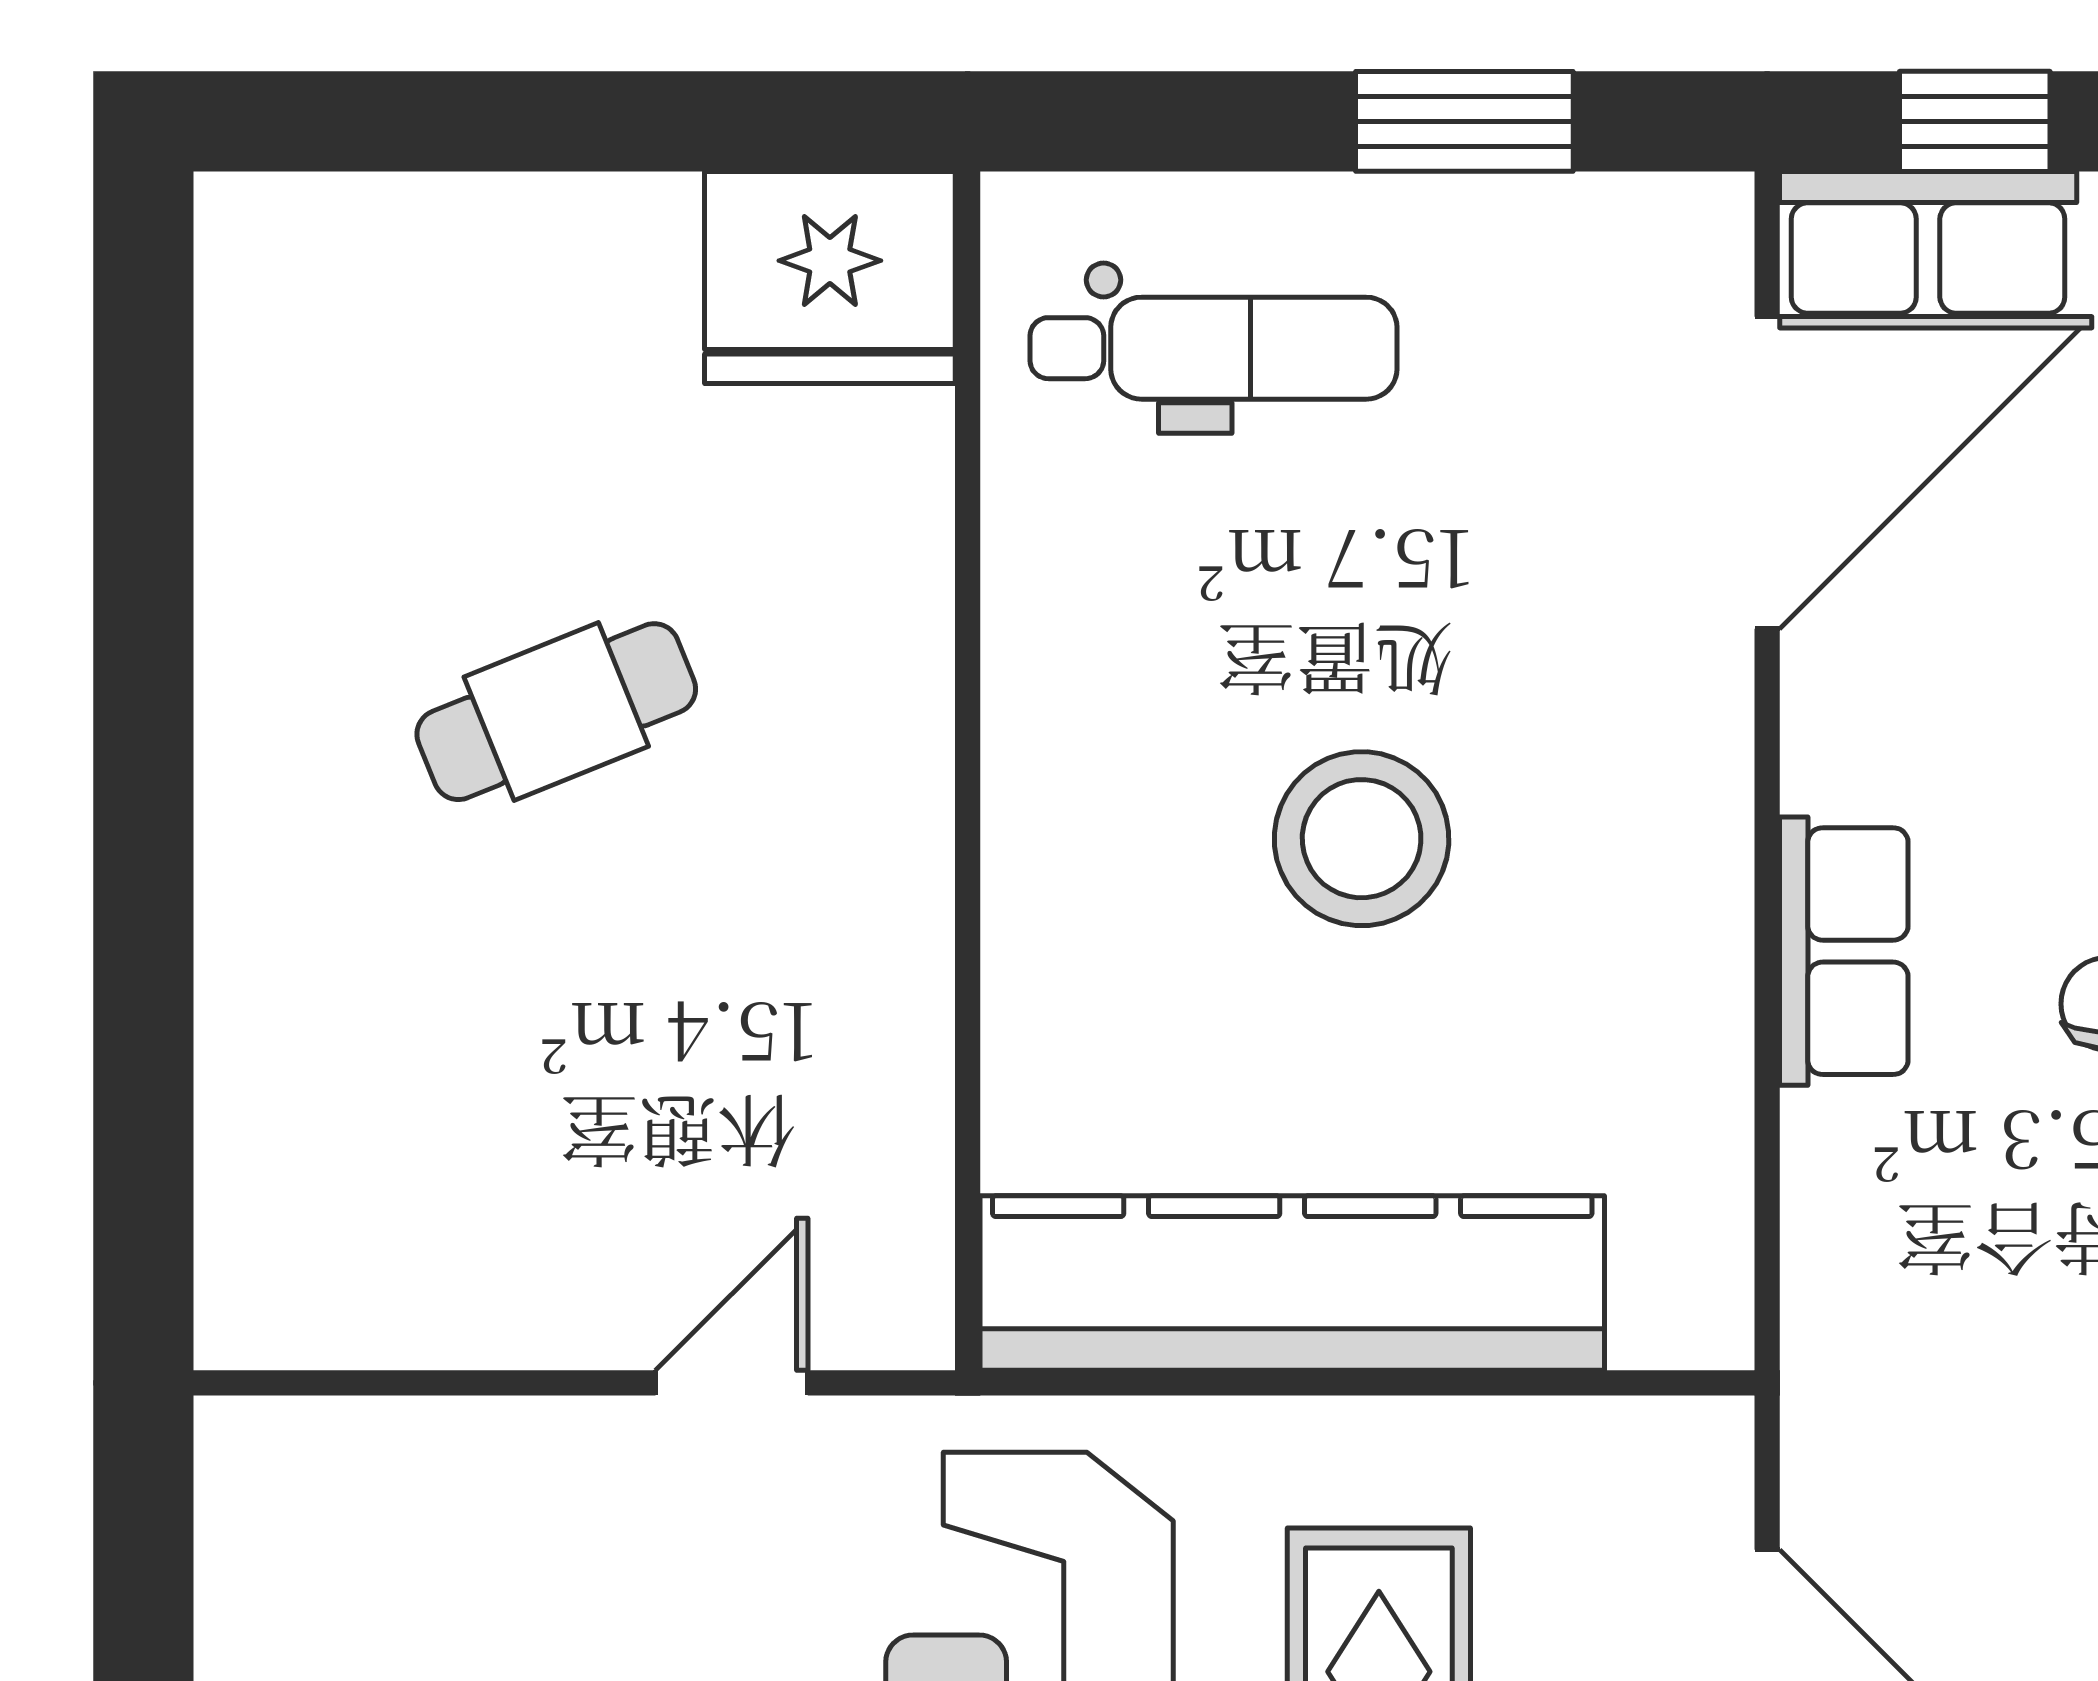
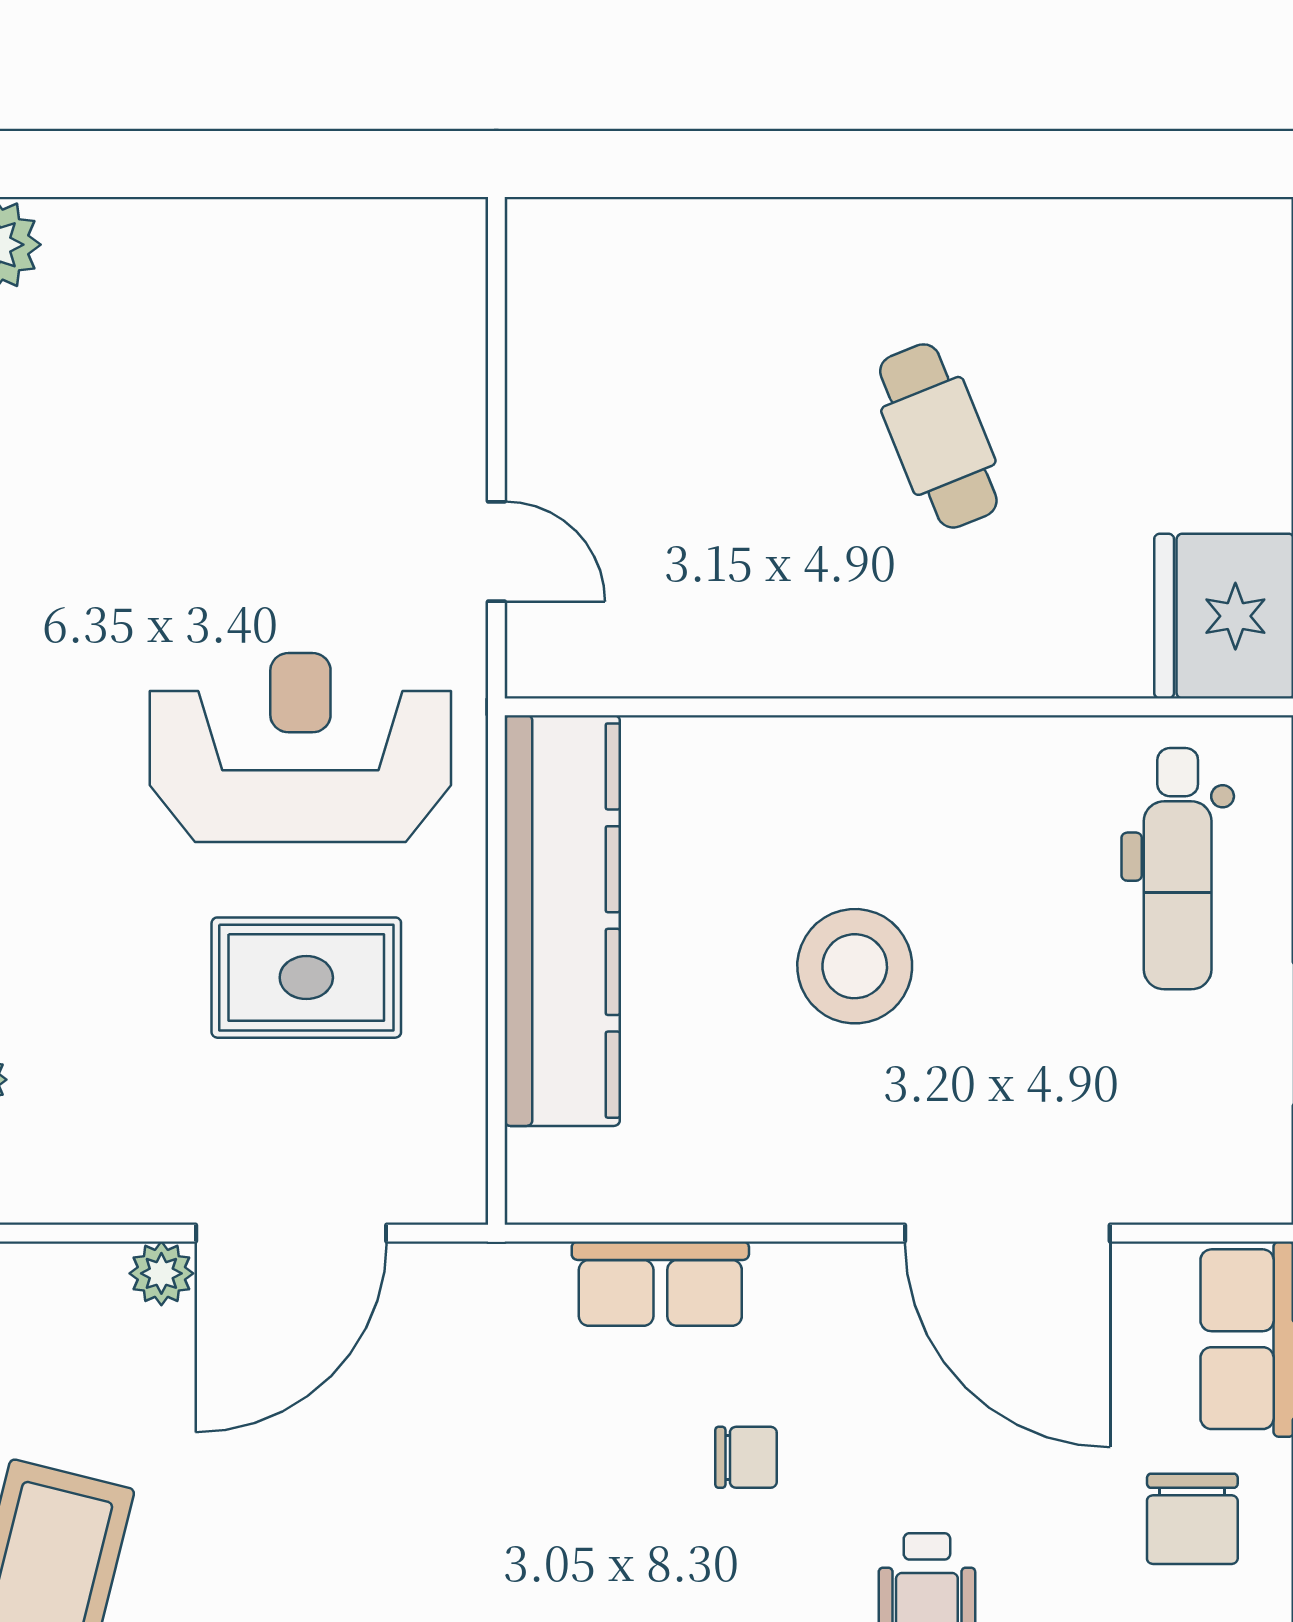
door: (1767, 473) -> (1007, 1233), moved
row of seats: (1844, 951) -> (660, 1284), moved

